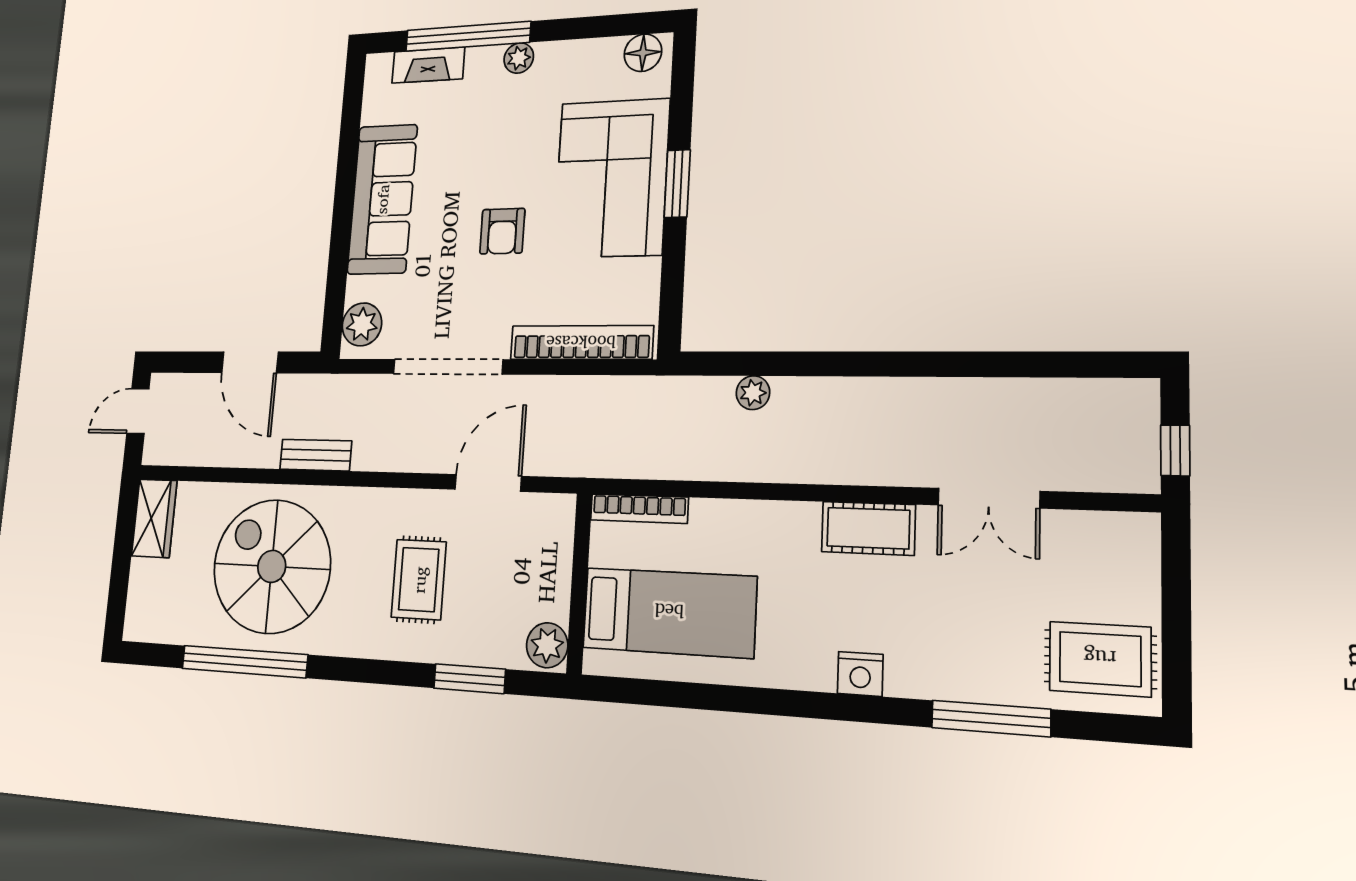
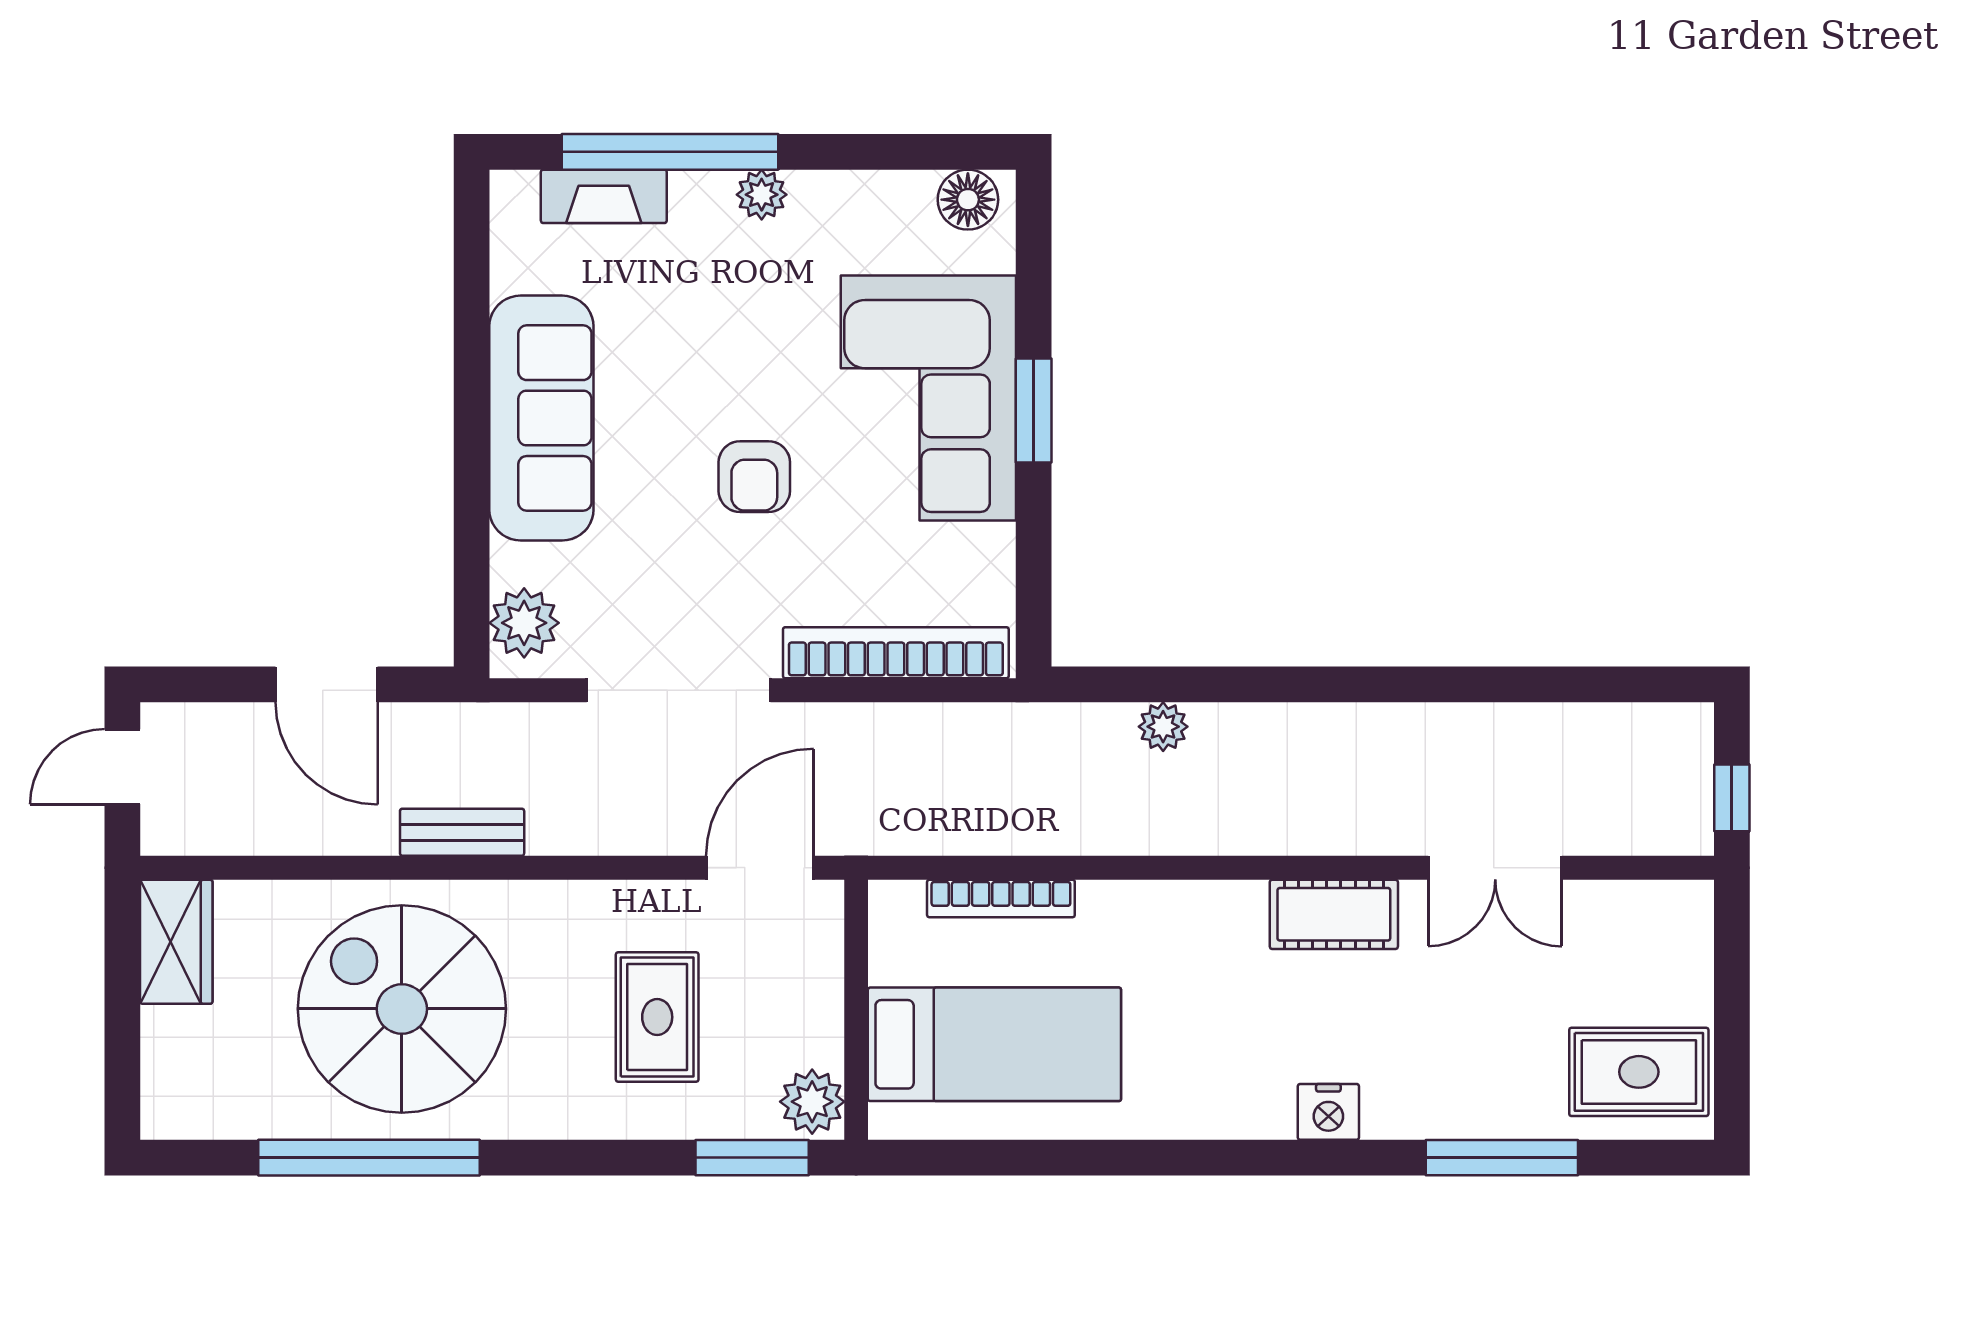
wall: (579, 583) -> (856, 1010), moved
bed: (669, 612) -> (994, 1044), moved
plant: (547, 645) -> (812, 1102), moved

